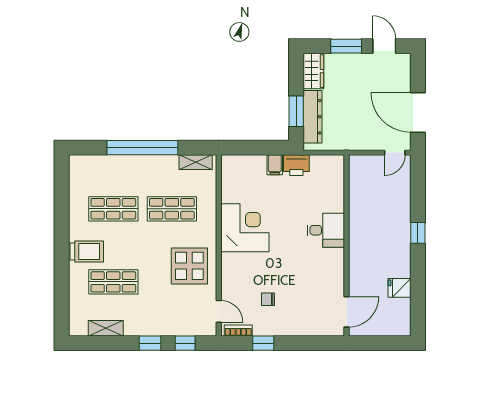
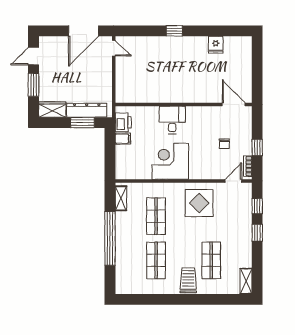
desk: (326, 230) -> (172, 120), moved
wall: (346, 245) -> (184, 104), moved
door: (346, 312) -> (234, 104), moved
shelving: (106, 328) -> (246, 281), moved

